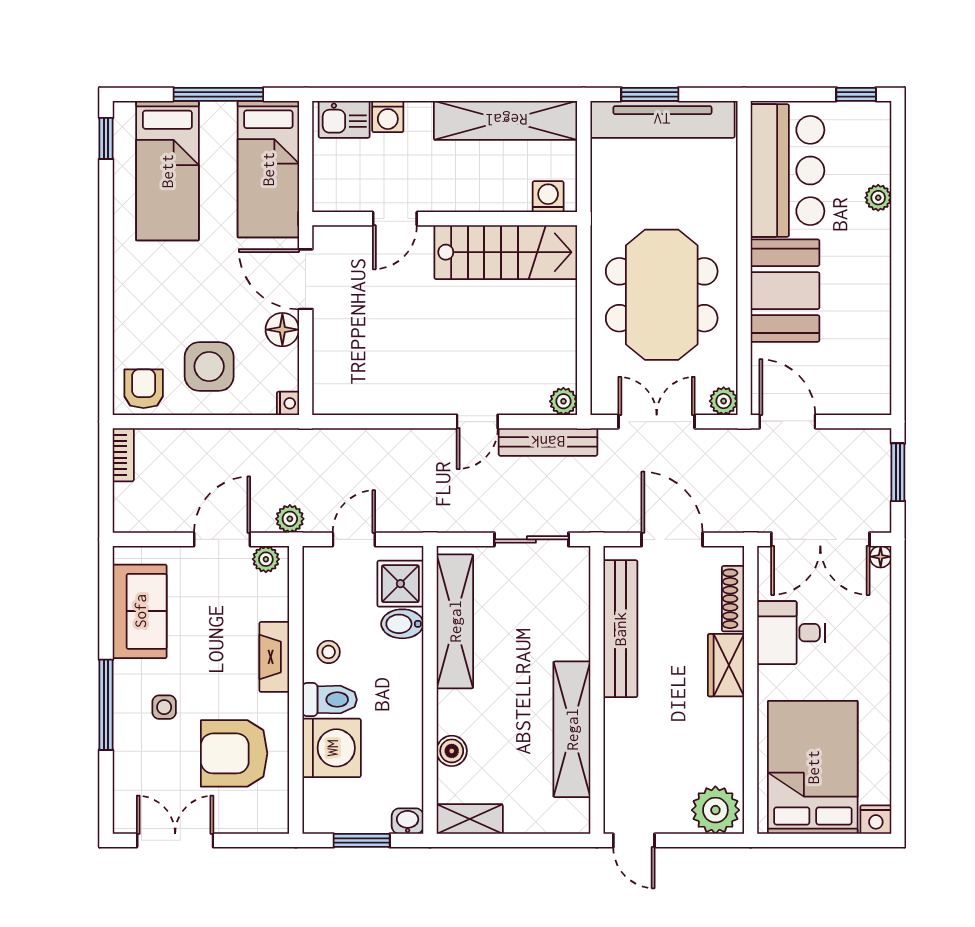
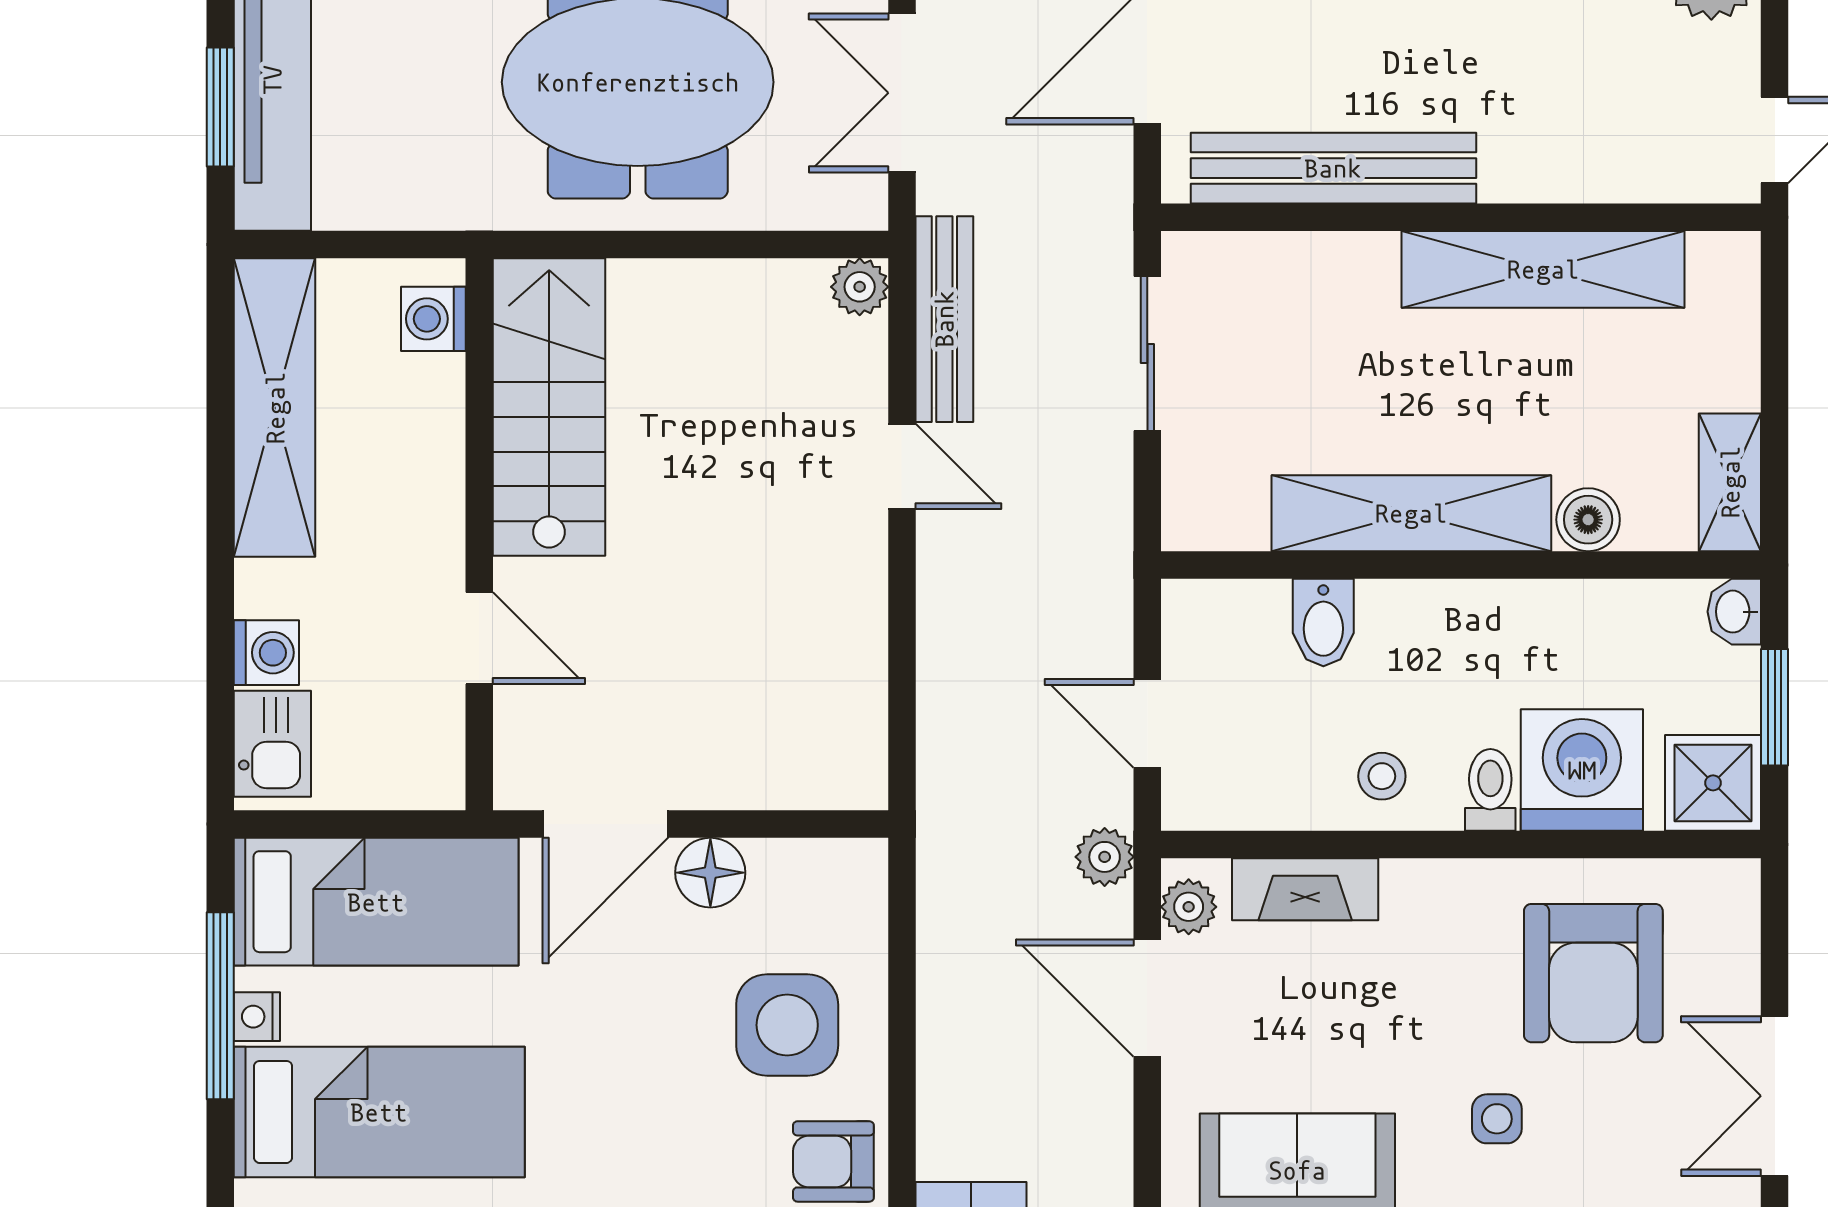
nightstand: (288, 403) -> (257, 1017), moved, turned -90
shower: (400, 584) -> (1713, 783), moved
shelving: (455, 621) -> (1411, 513), moved
fireplace: (274, 657) -> (1305, 889), moved
toilet: (330, 700) -> (1490, 790), width x0.73, depth x0.72

